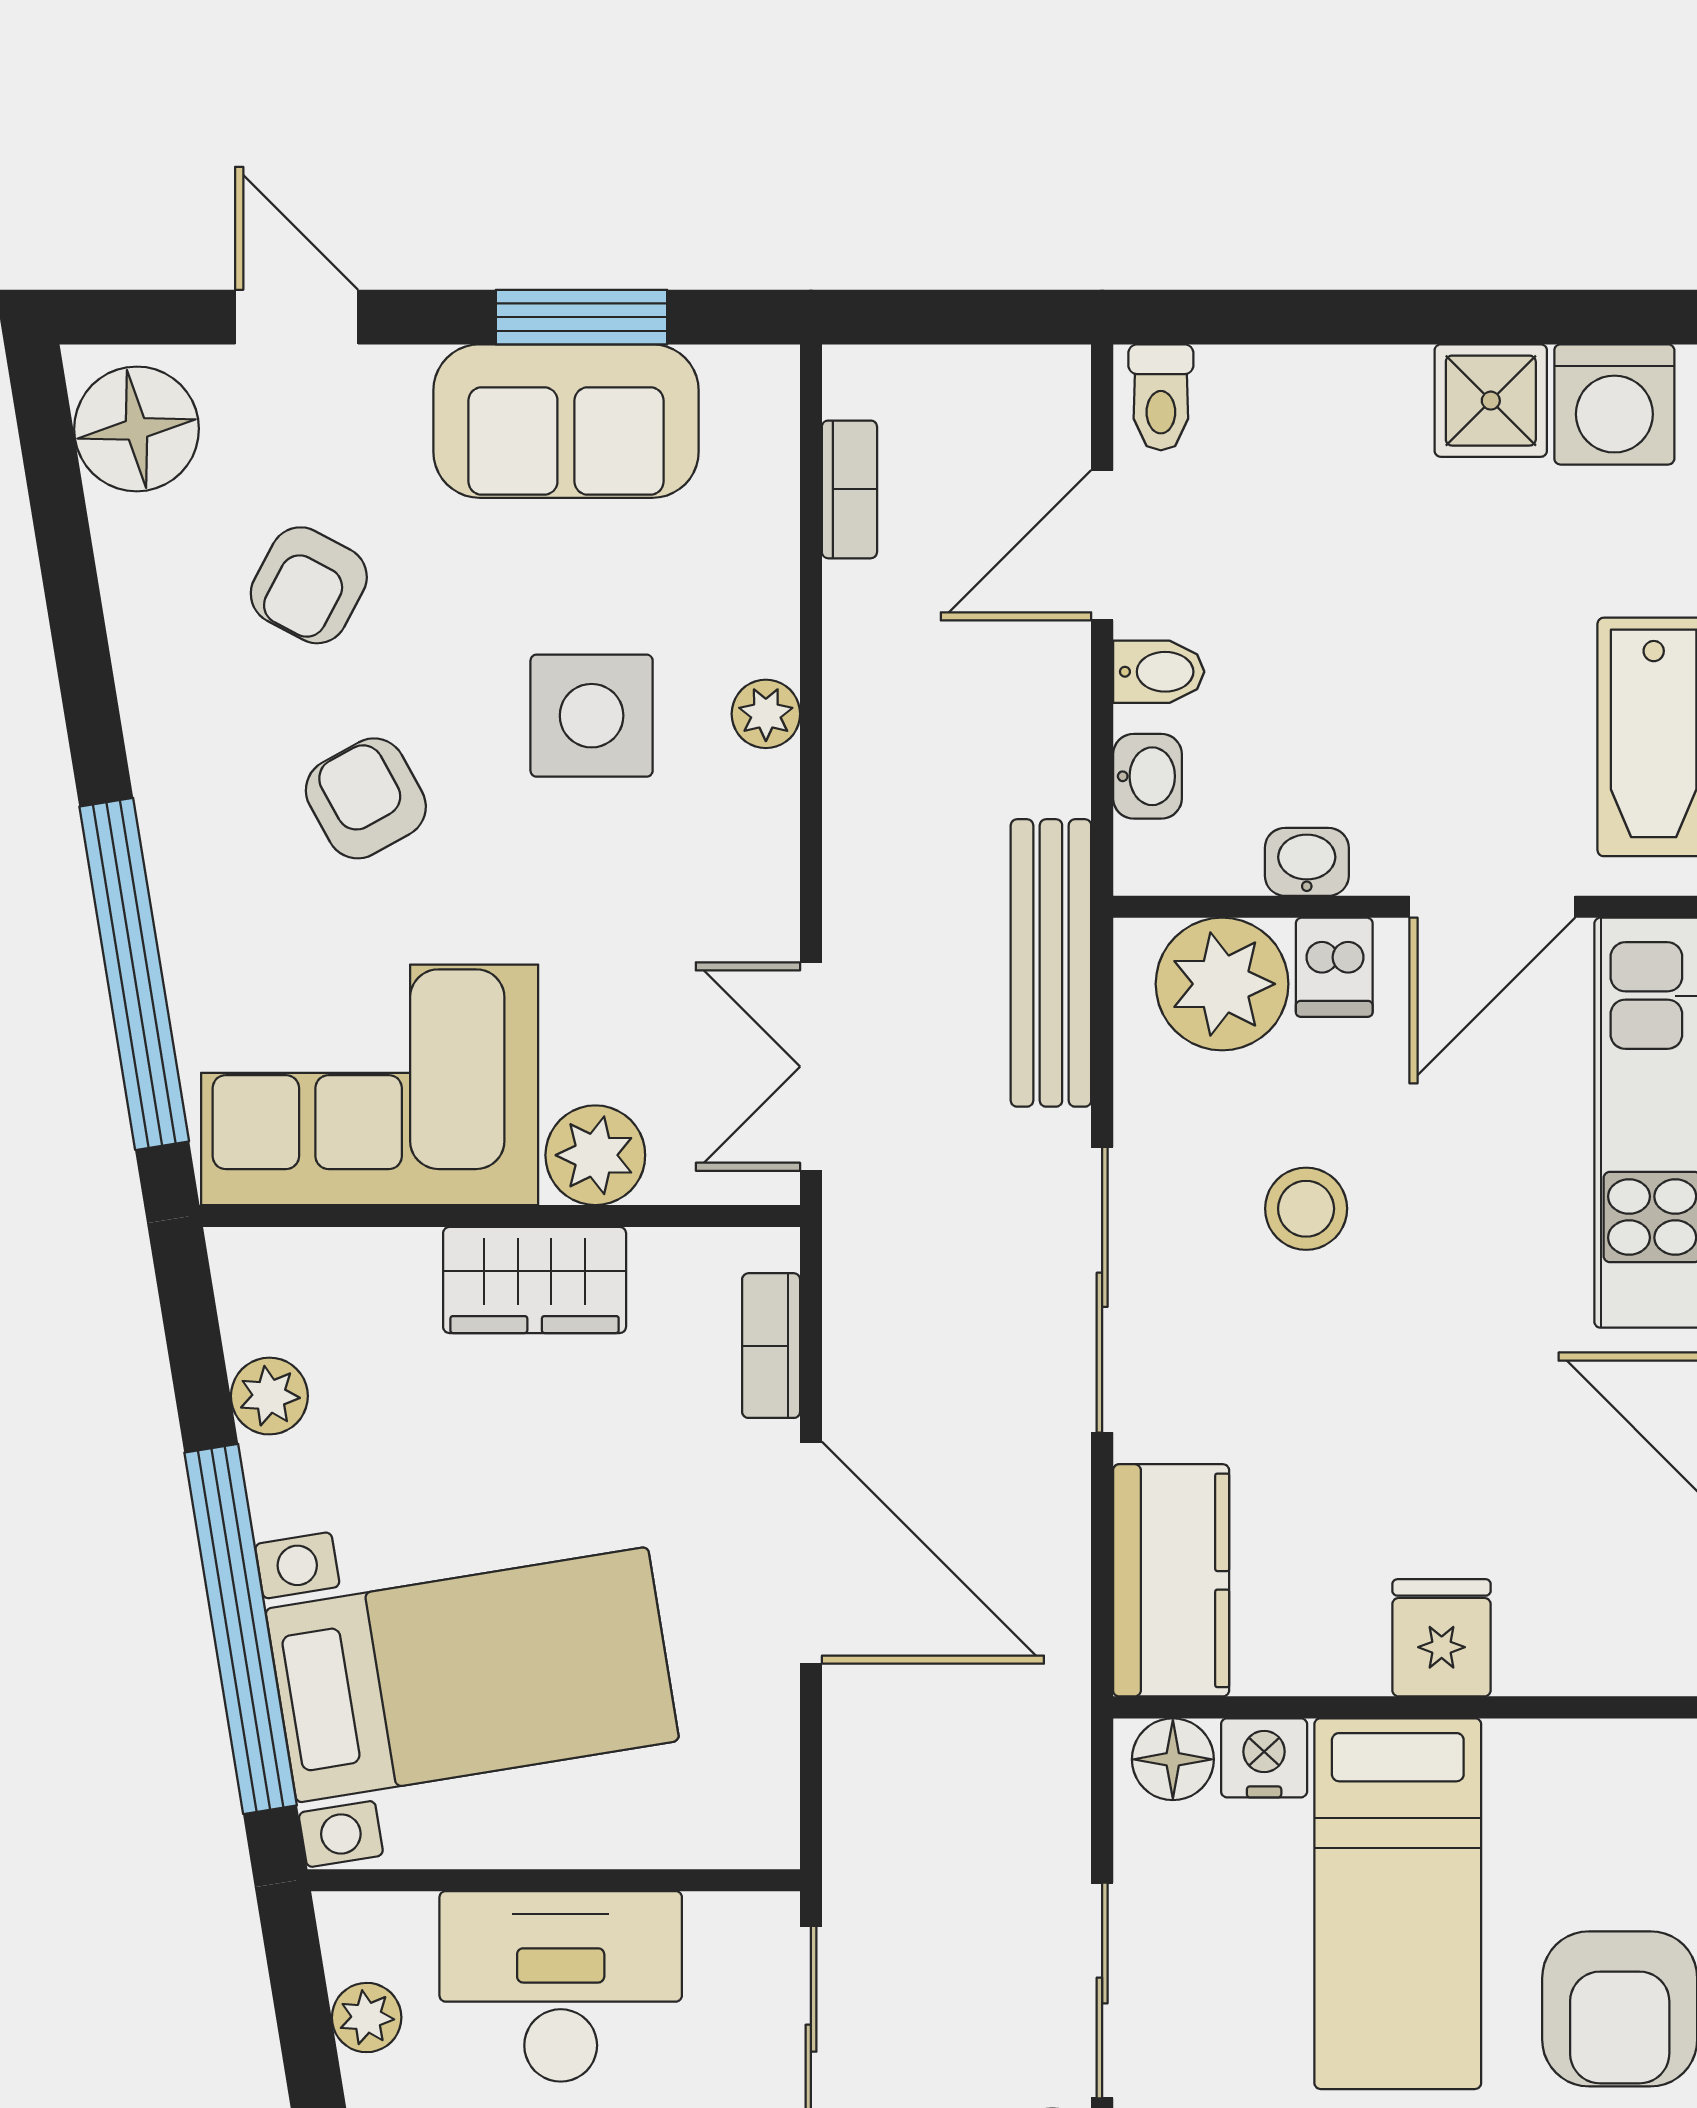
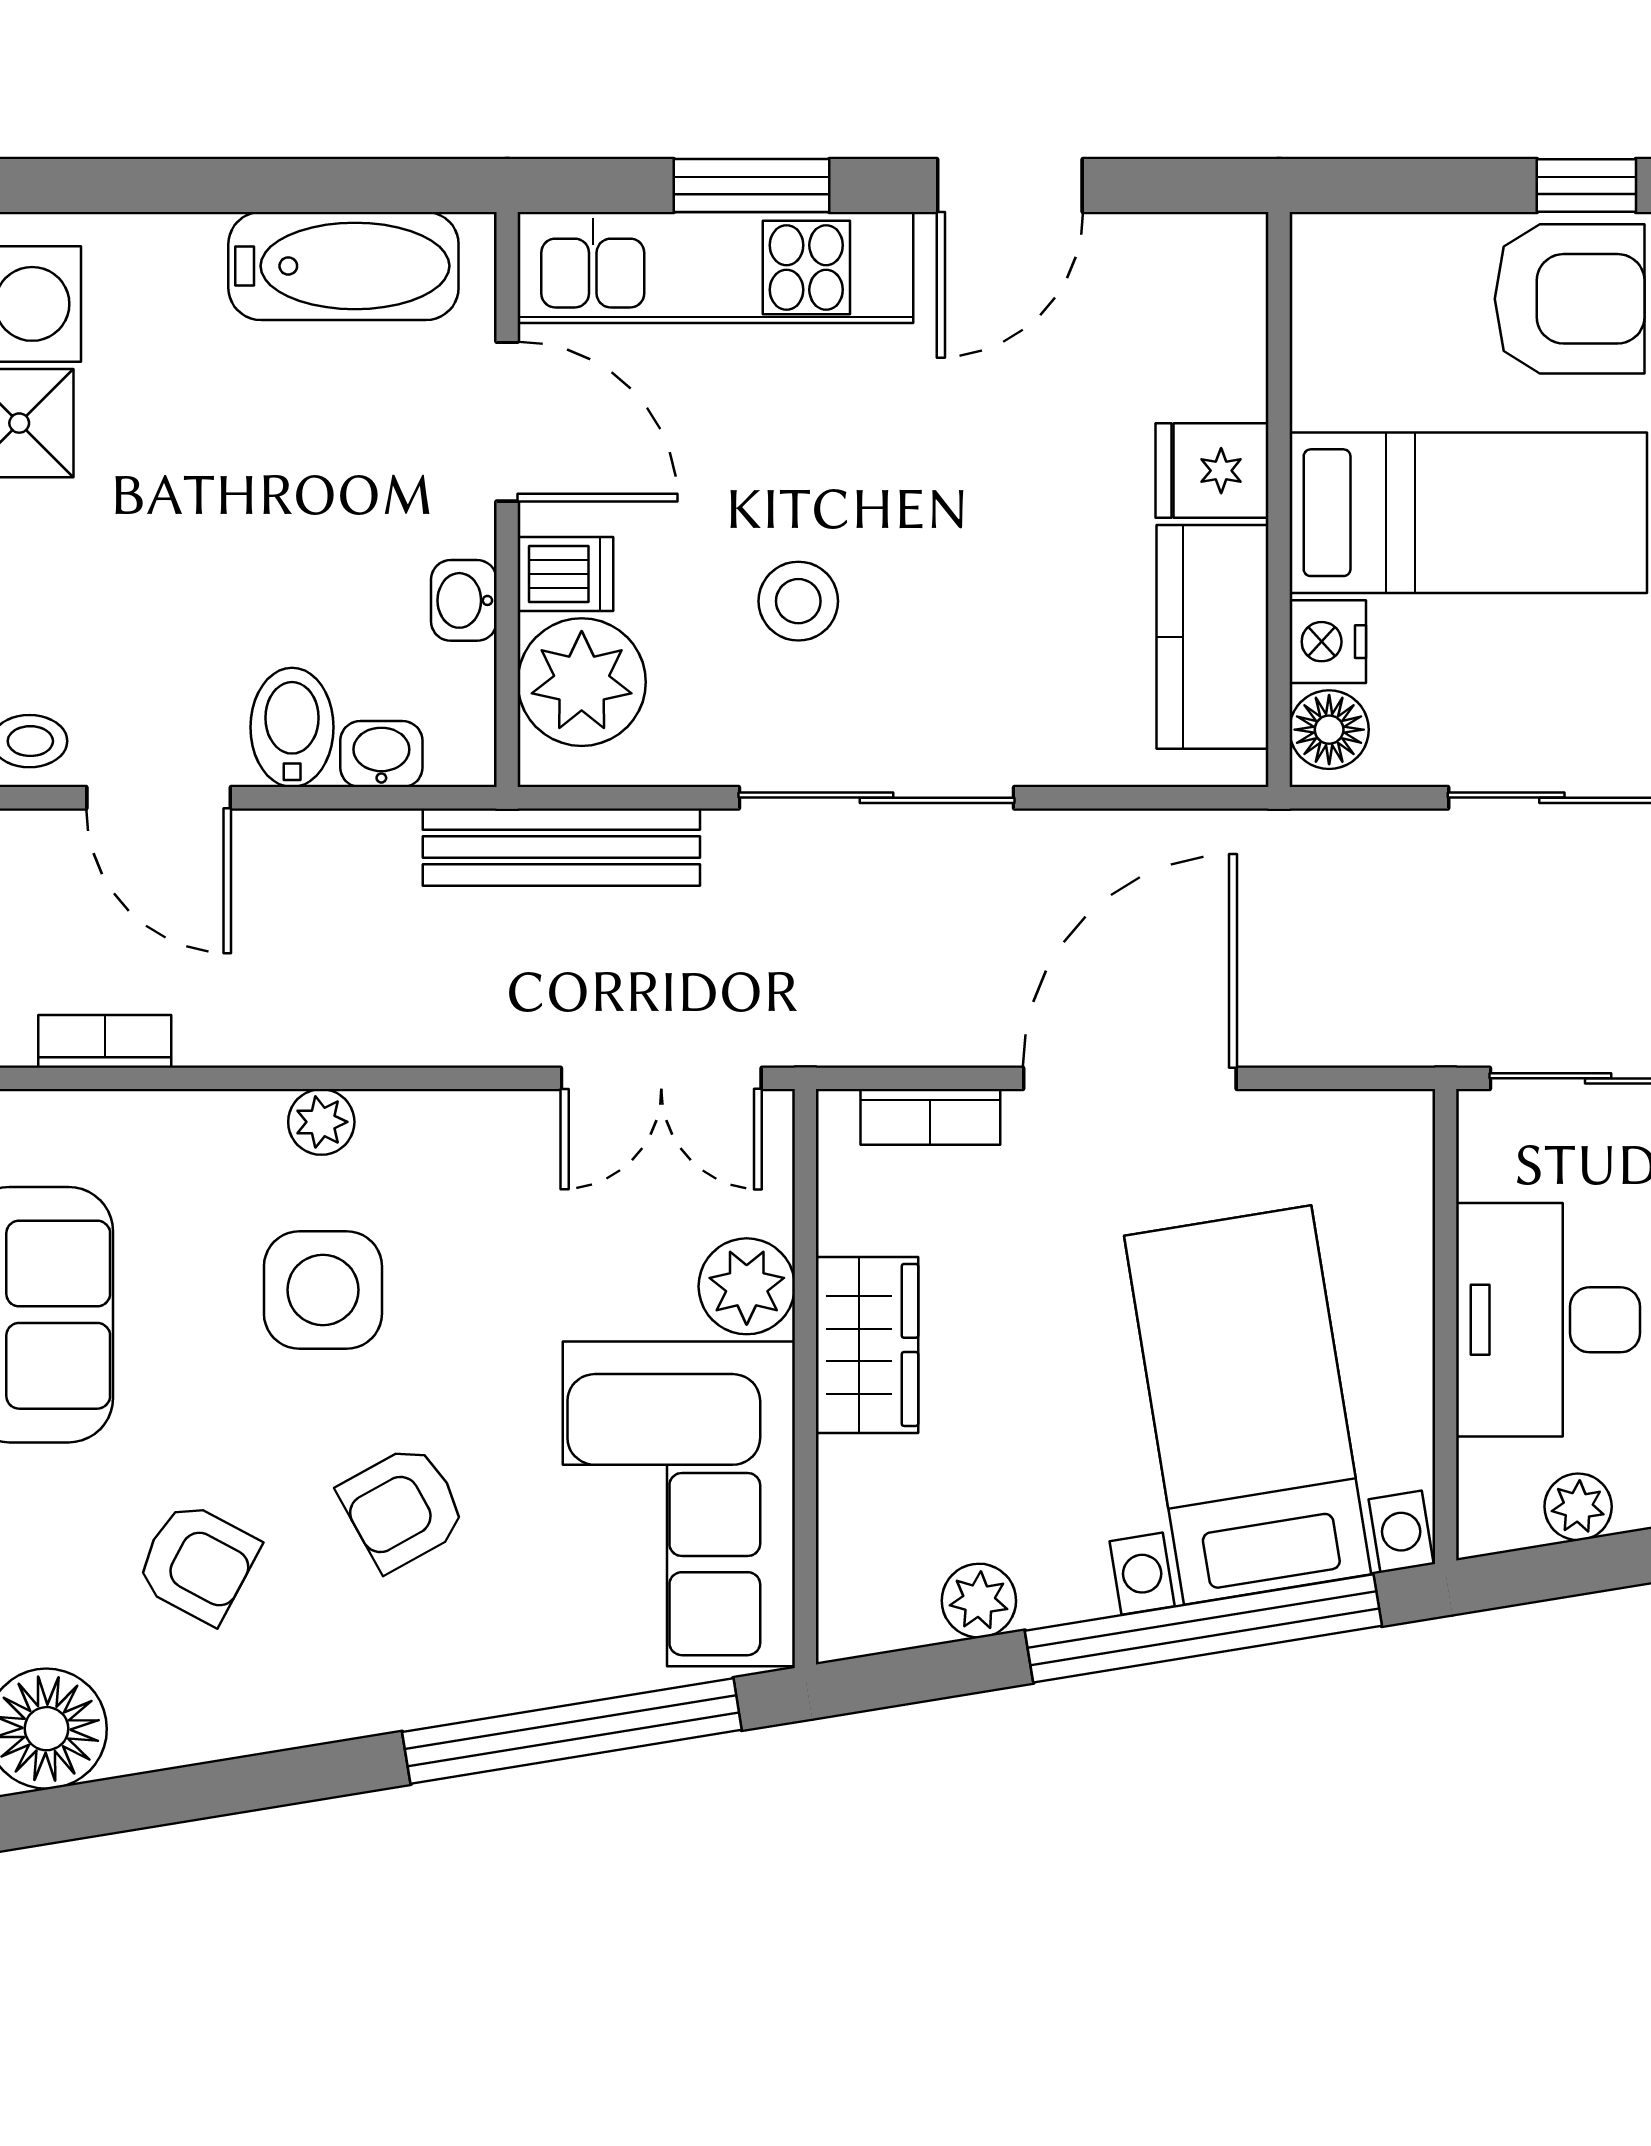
bidet: (1159, 672) -> (292, 727), width x1.38, depth x1.36
kitchen counter: (1171, 1580) -> (1213, 637), moved, turned -90

